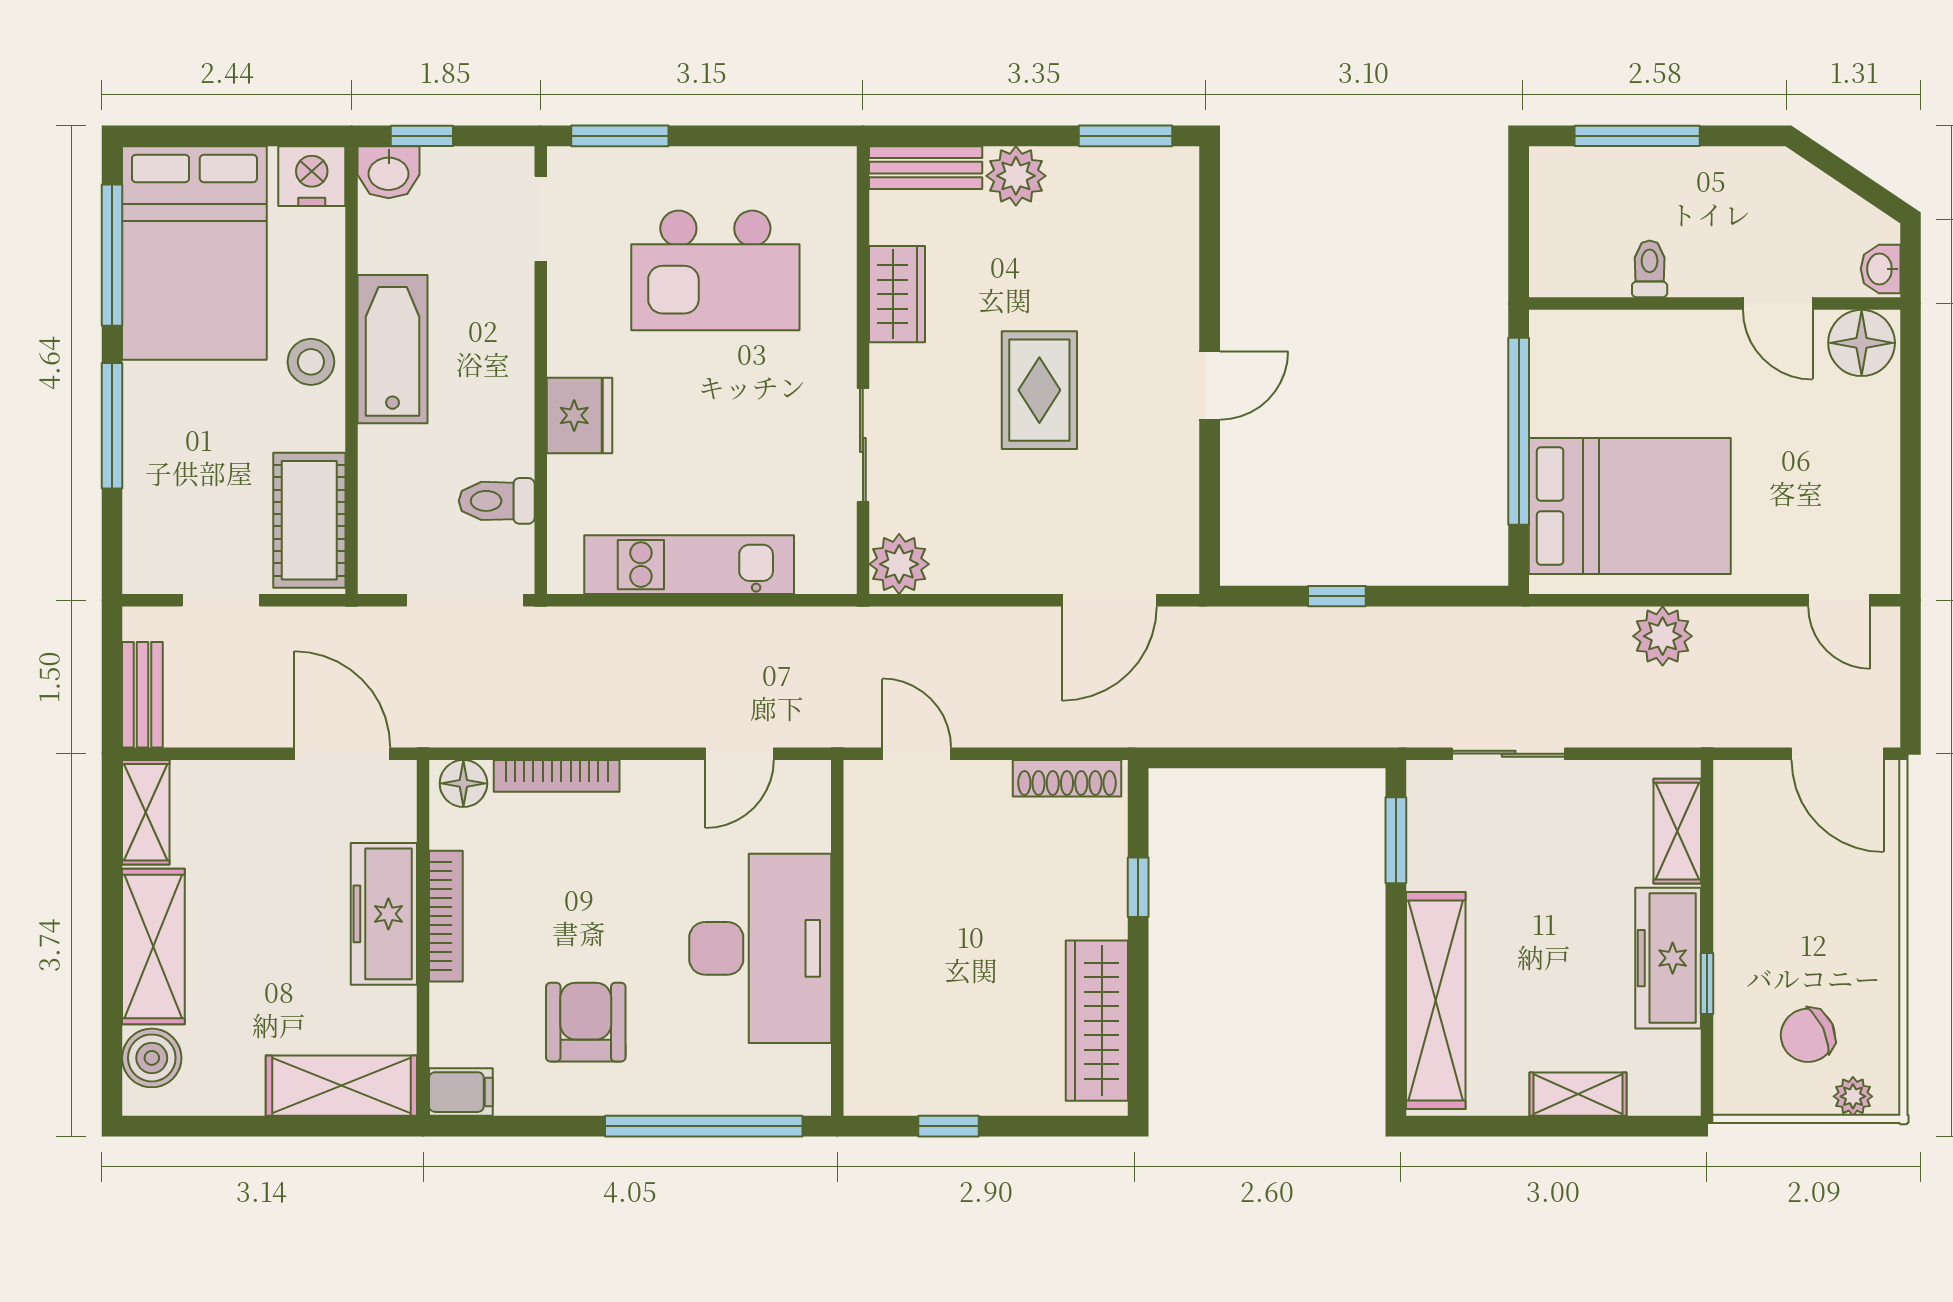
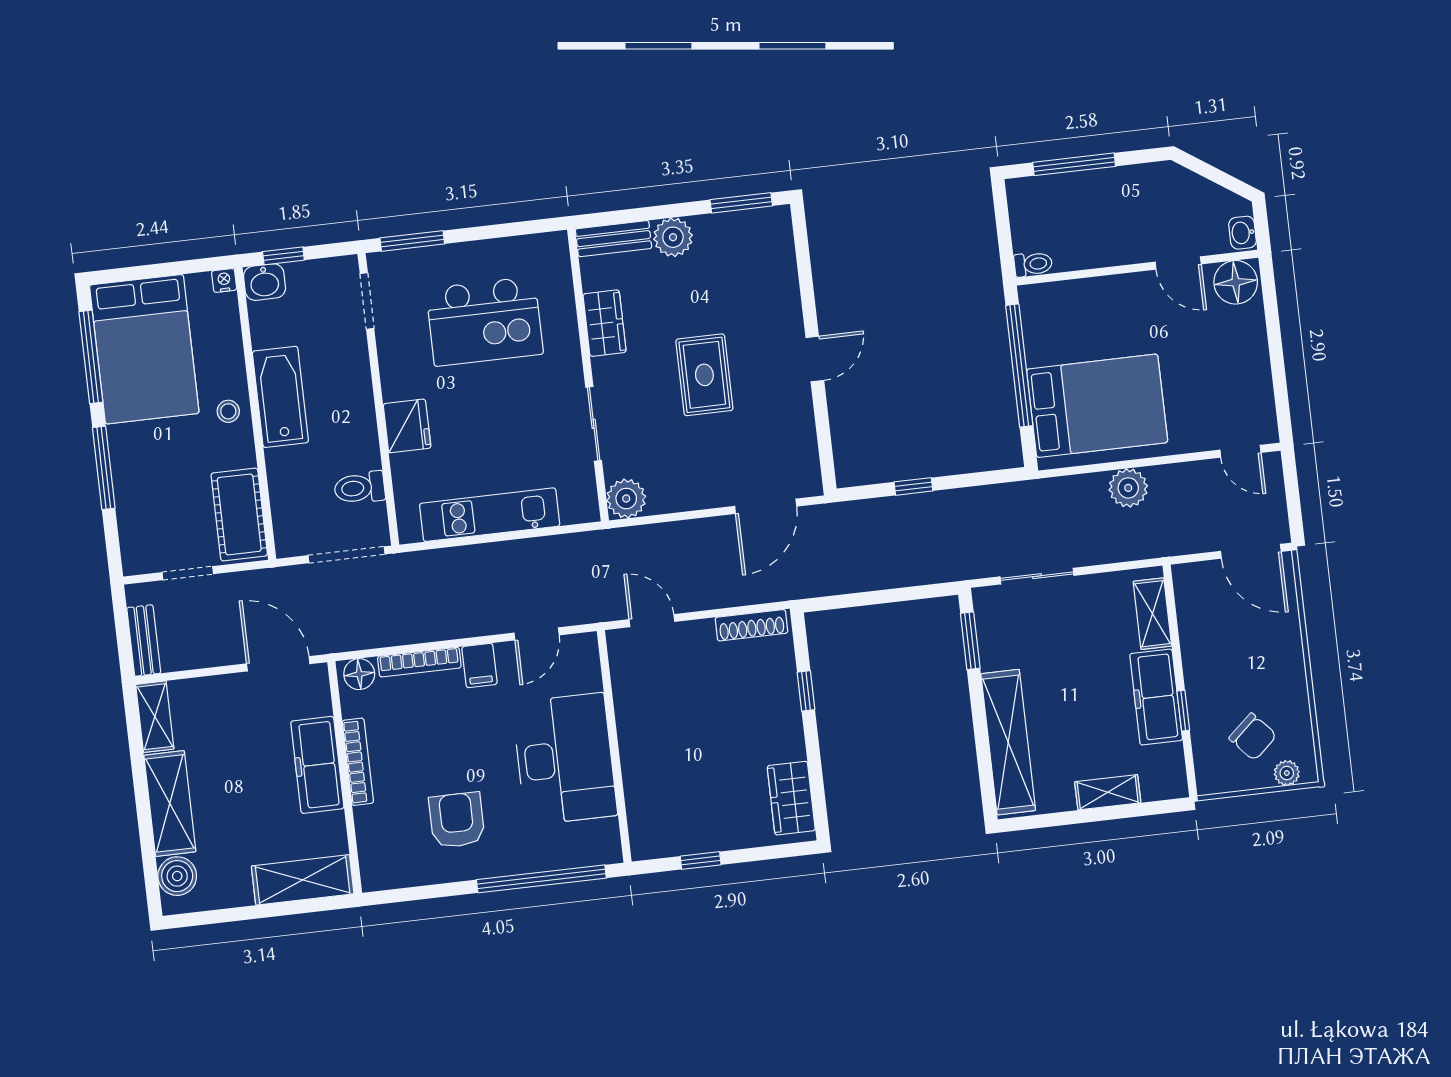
nightstand: (312, 176) -> (224, 280), width x0.53, depth x0.56
toilet: (1650, 269) -> (1033, 264), moved, turned 90
stool: (311, 362) -> (228, 411), width x0.73, depth x0.73
wardrobe: (1097, 1021) -> (791, 798), width x0.67
chair: (1808, 1035) -> (1253, 737), turned -107
filing cabinet: (461, 1092) -> (479, 666), moved, turned 90

